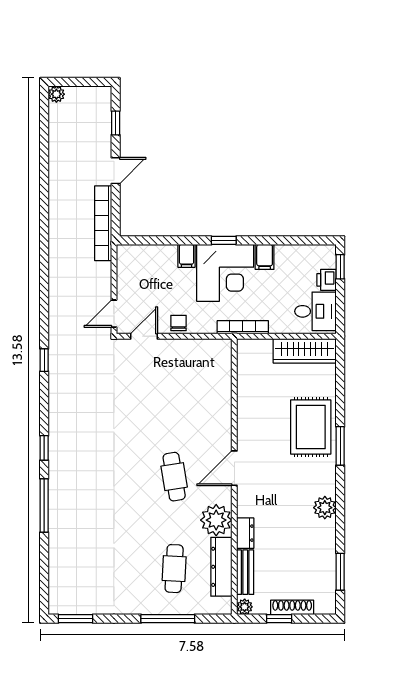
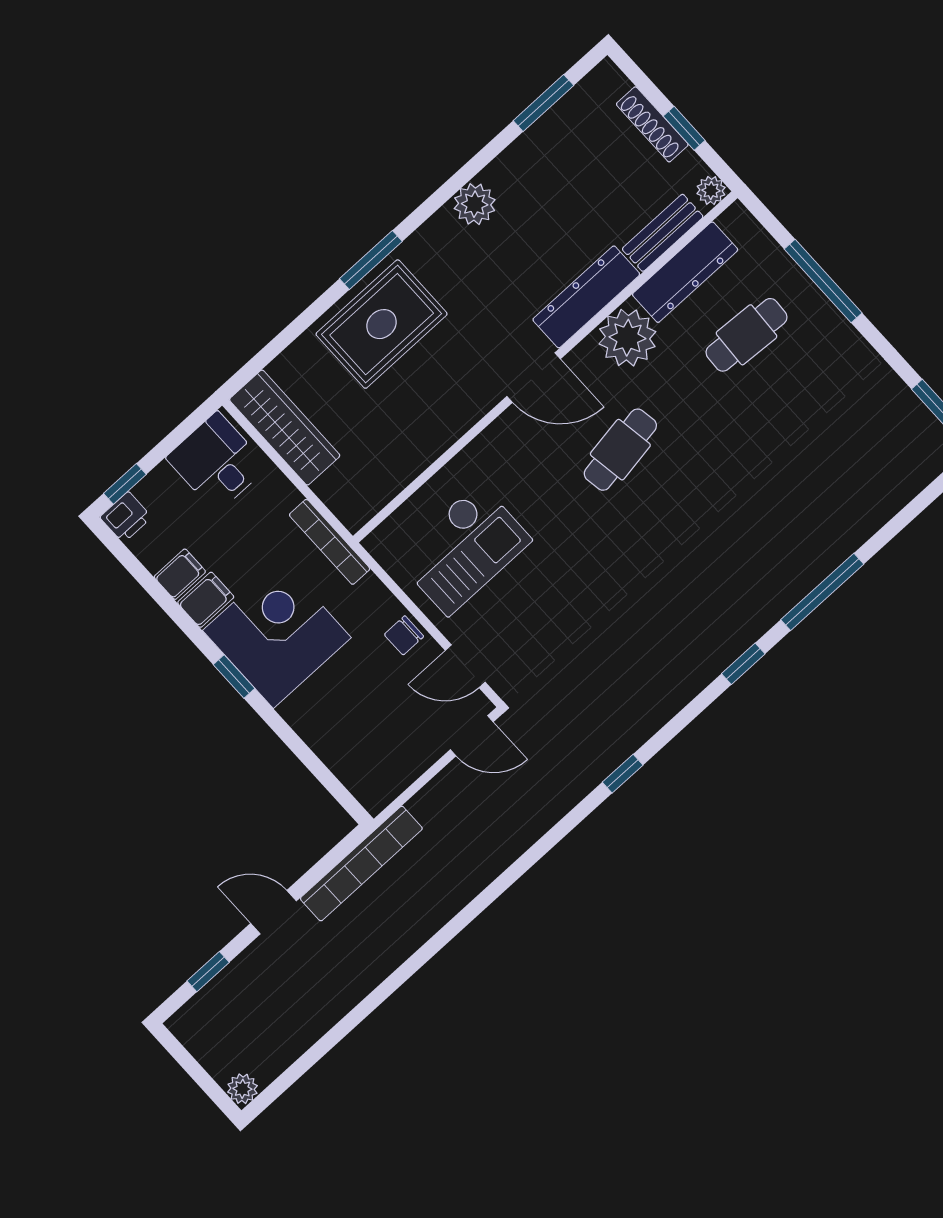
filing cabinet: (187, 256) -> (180, 574), moved
printer: (327, 280) -> (126, 517), moved
checkout: (191, 378) -> (463, 549), added
dresser: (245, 533) -> (586, 297), width x1.96, depth x1.24

